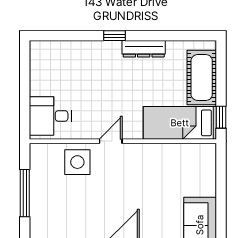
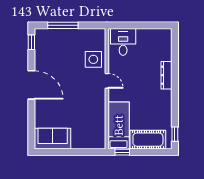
window: (115, 36) -> (175, 134), moved
dresser: (144, 49) -> (166, 75), moved
window: (25, 193) -> (63, 25), moved

